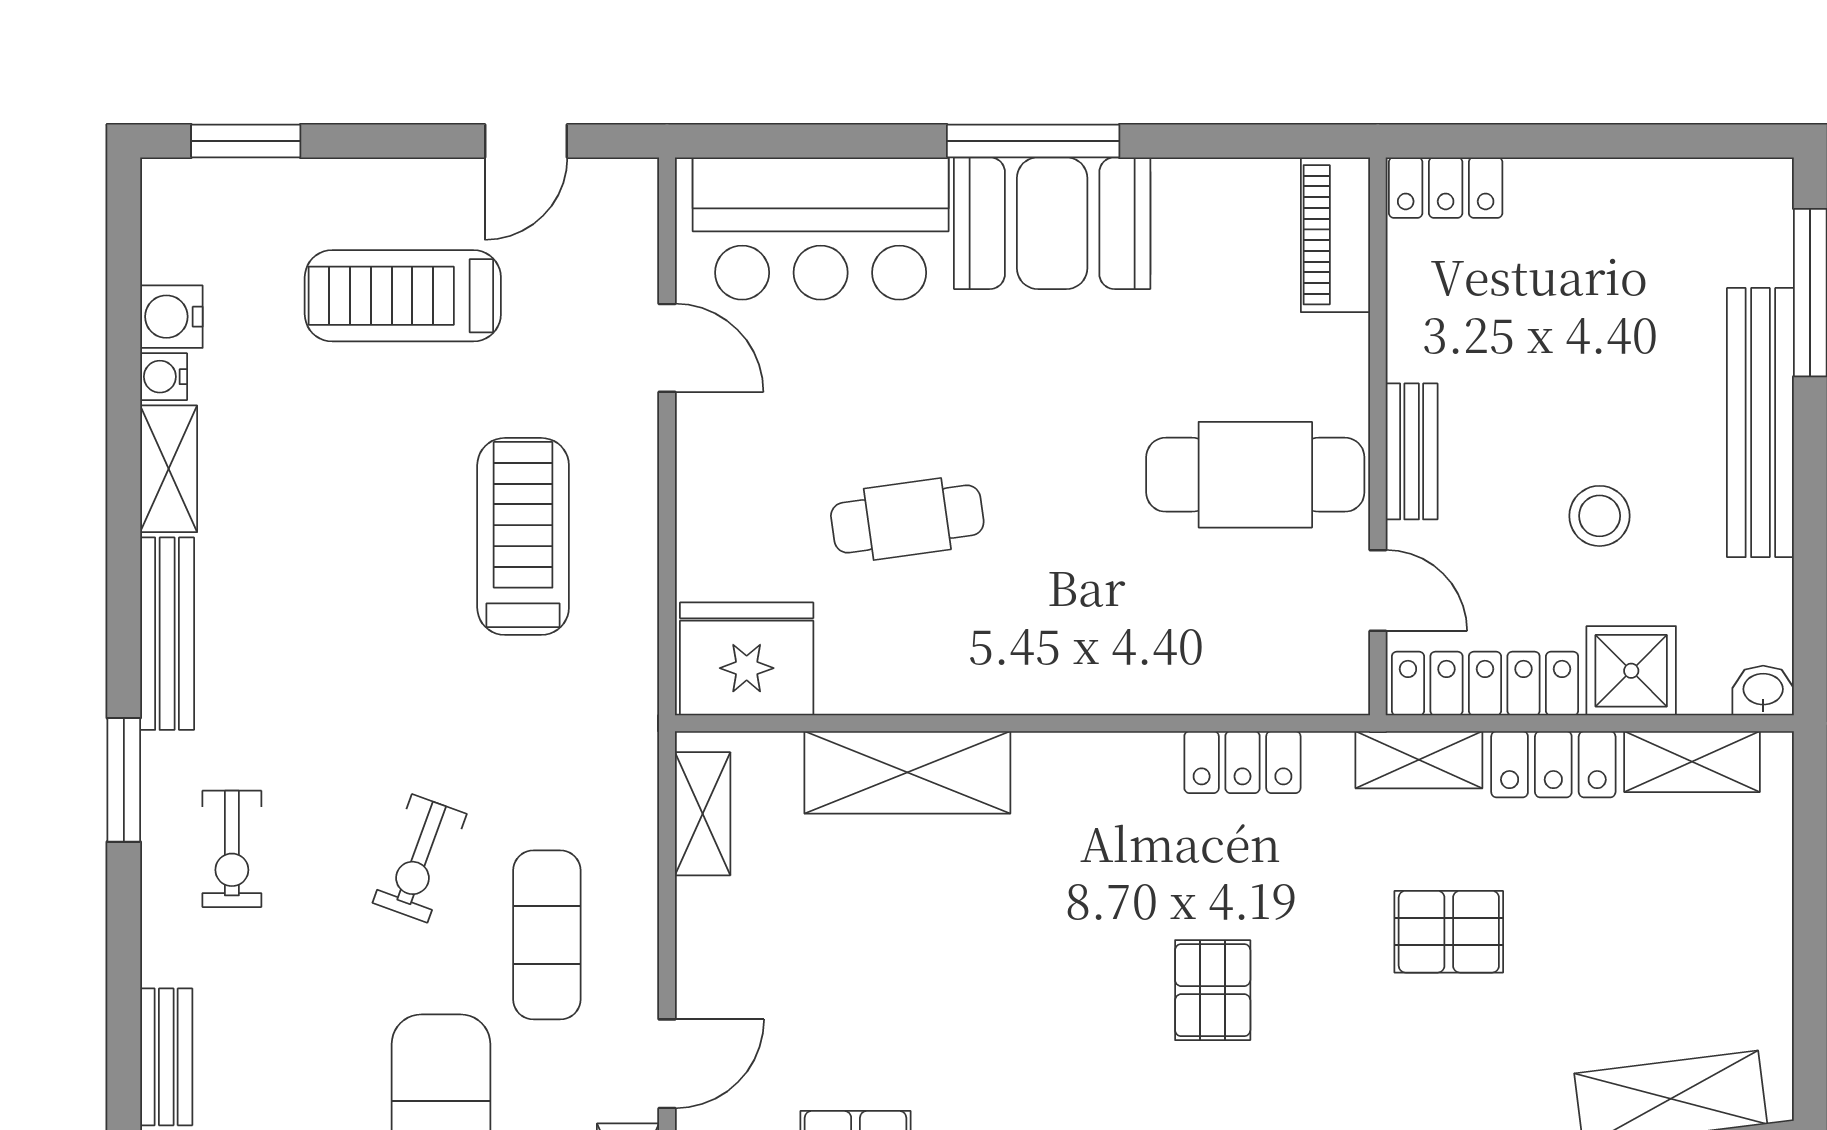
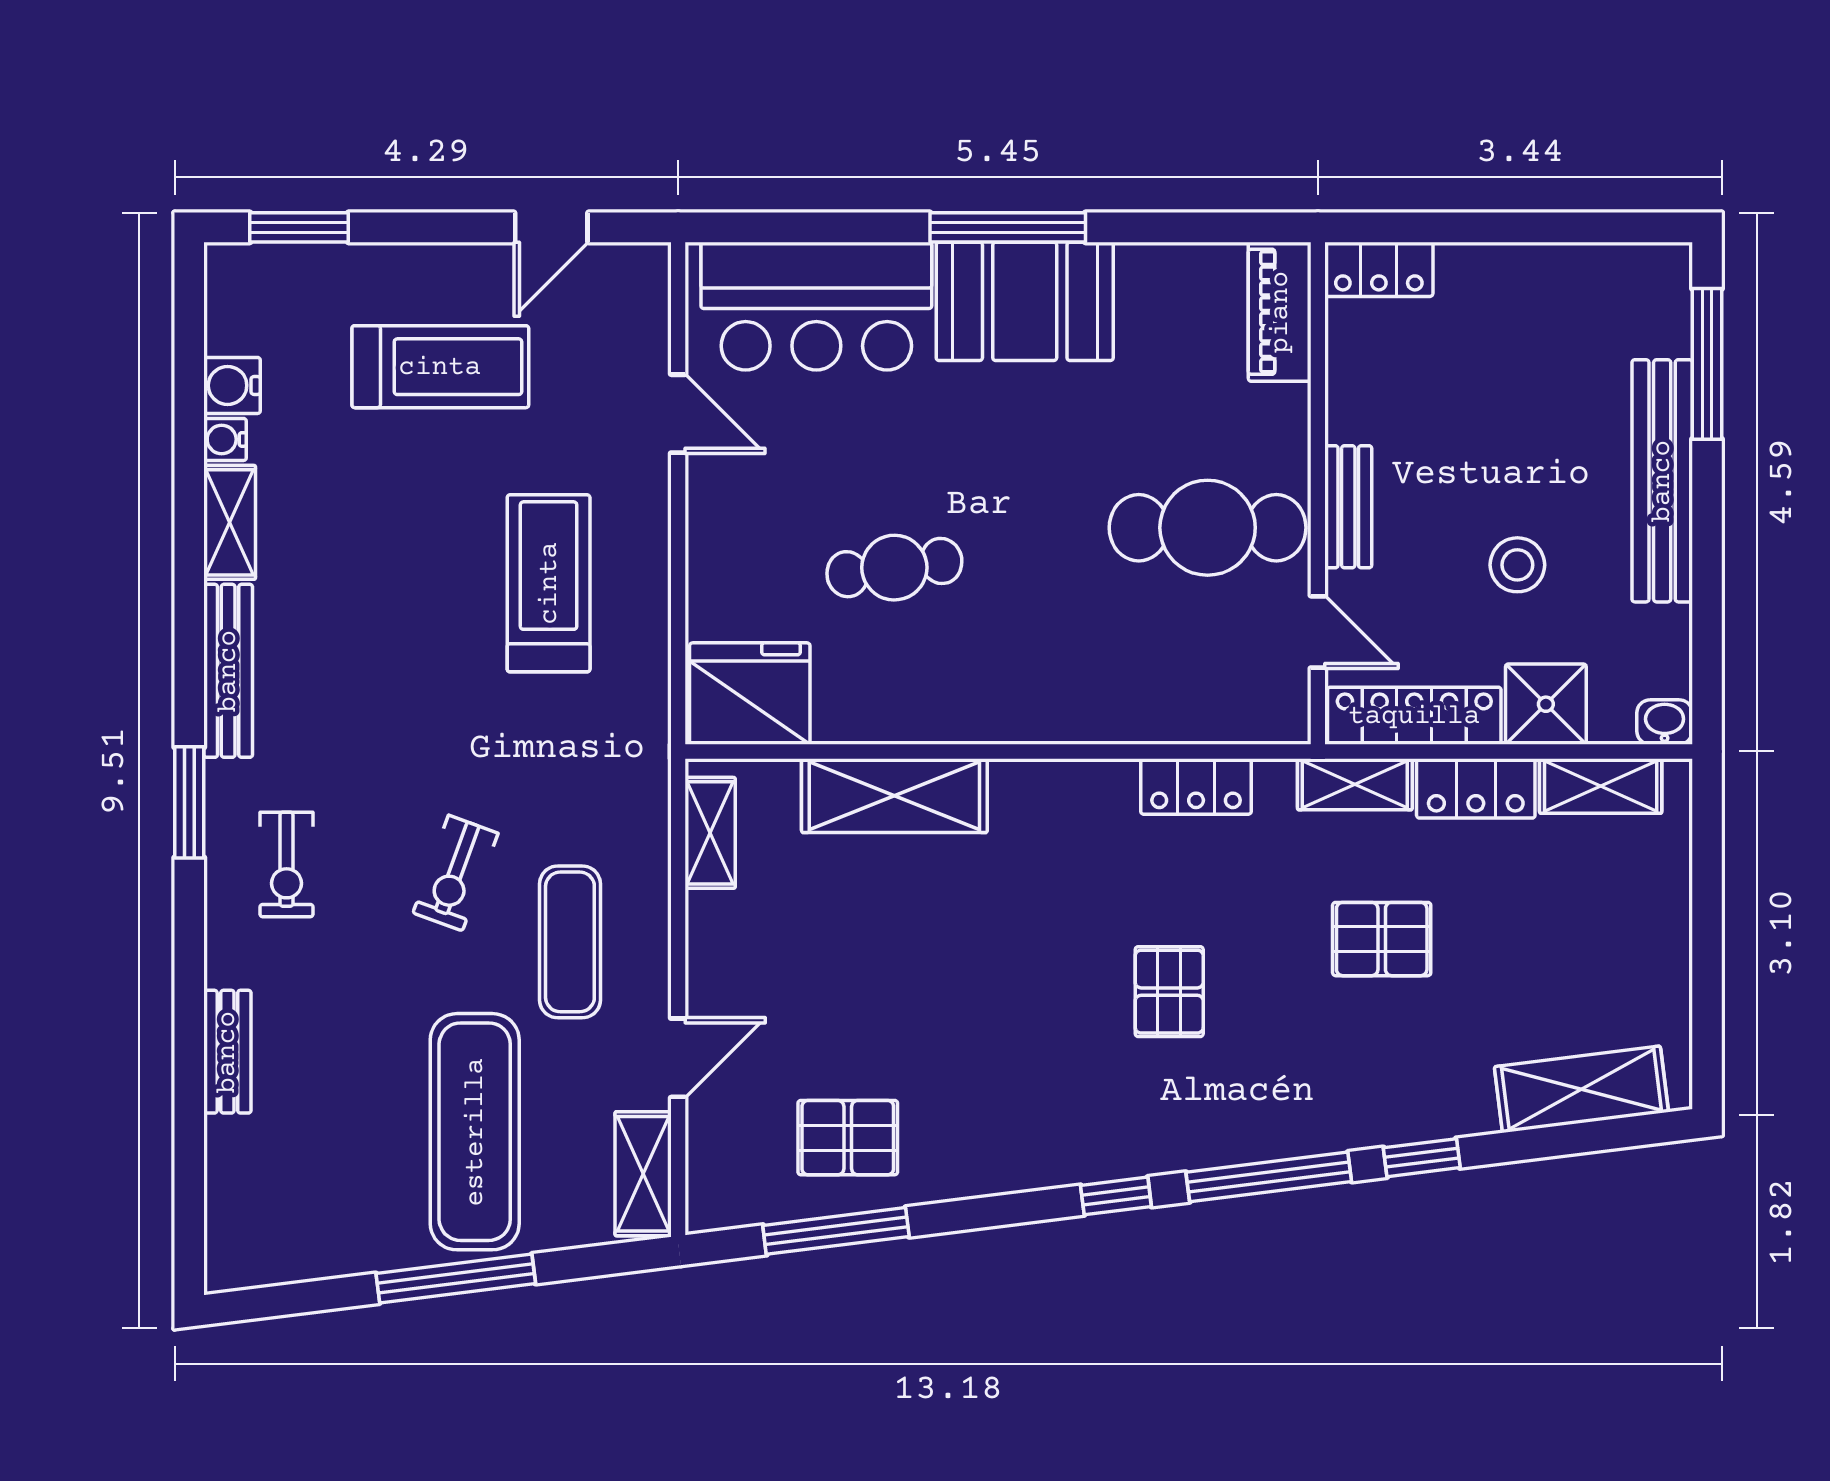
treadmill: (403, 296) -> (440, 367), turned 180

